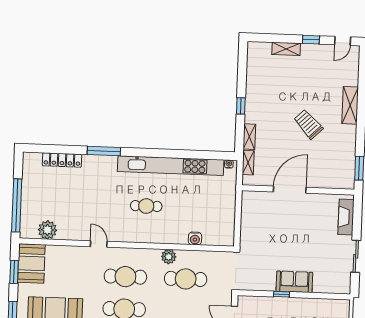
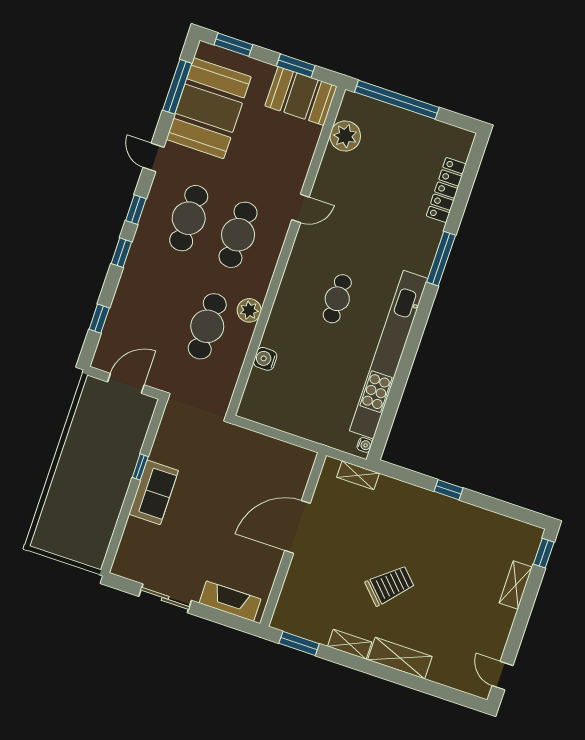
window: (311, 40) -> (544, 553), moved
shelving: (249, 137) -> (350, 644), moved
door: (290, 190) -> (297, 527), swing flipped

